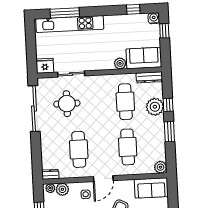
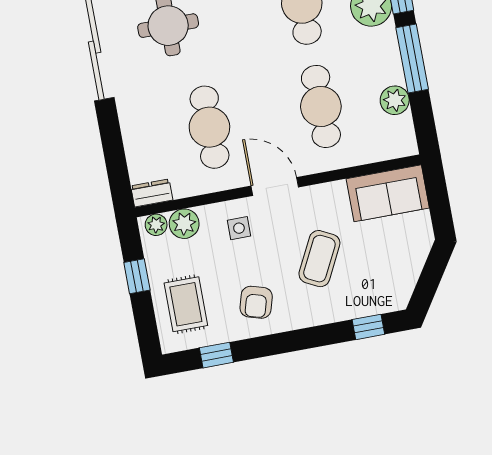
window: (169, 132) -> (412, 59), width x1.44
plant: (161, 167) -> (395, 100), moved
door: (103, 179) -> (275, 187), swing flipped

